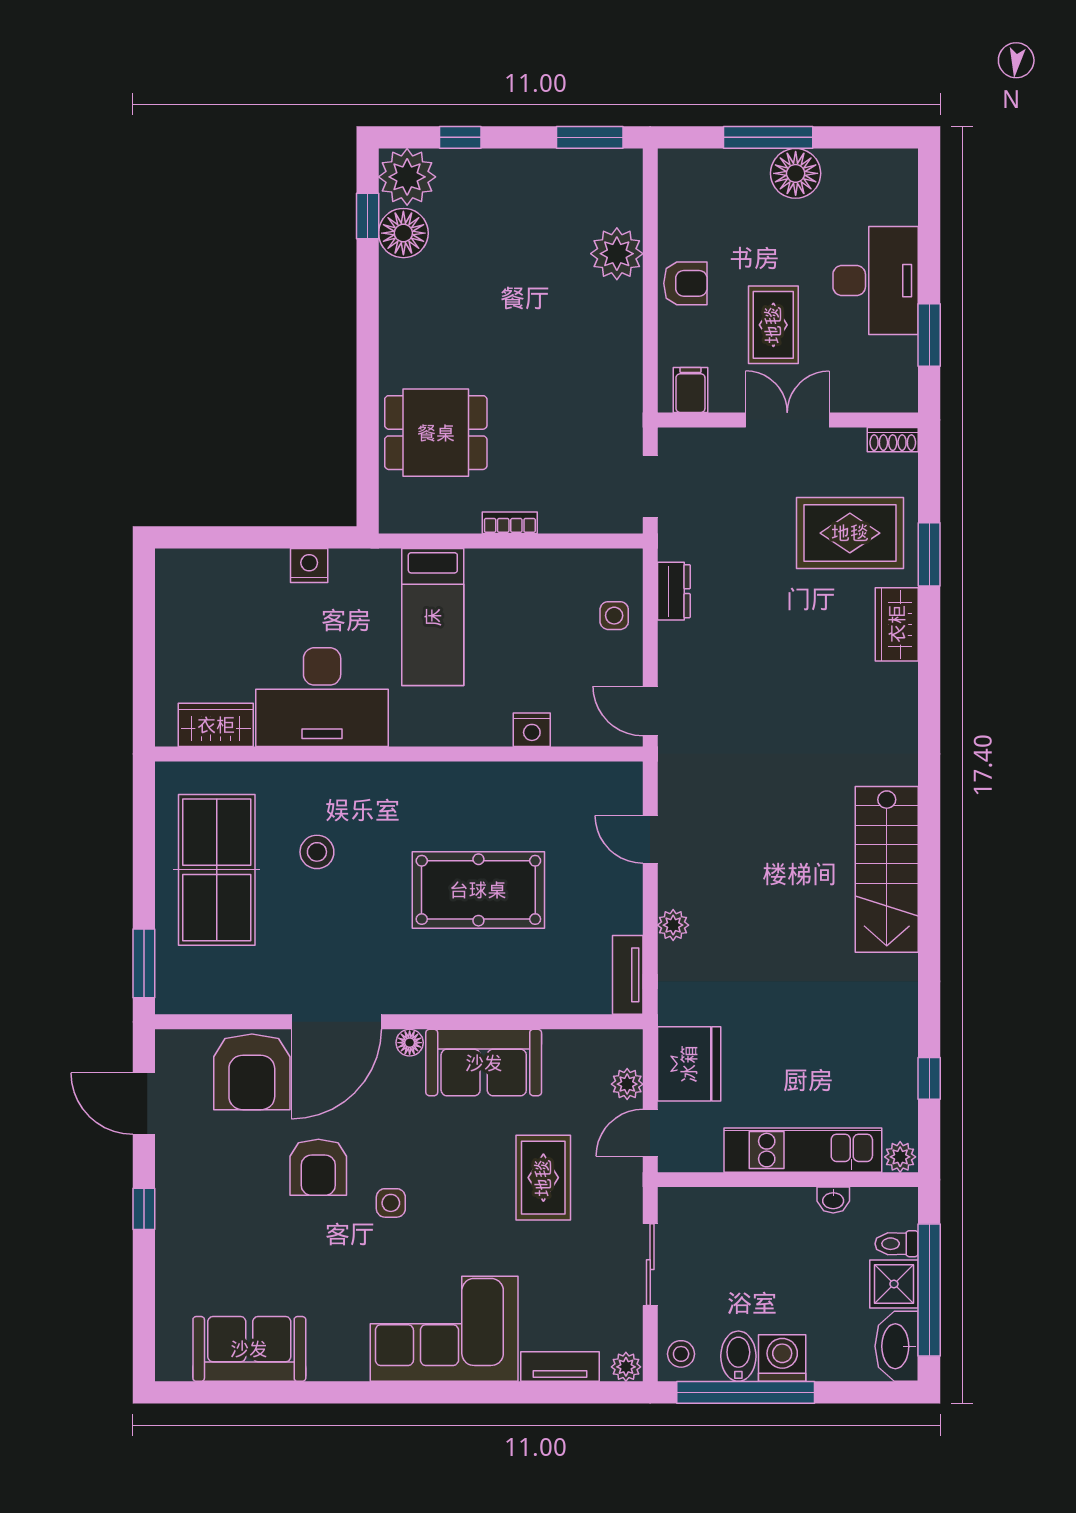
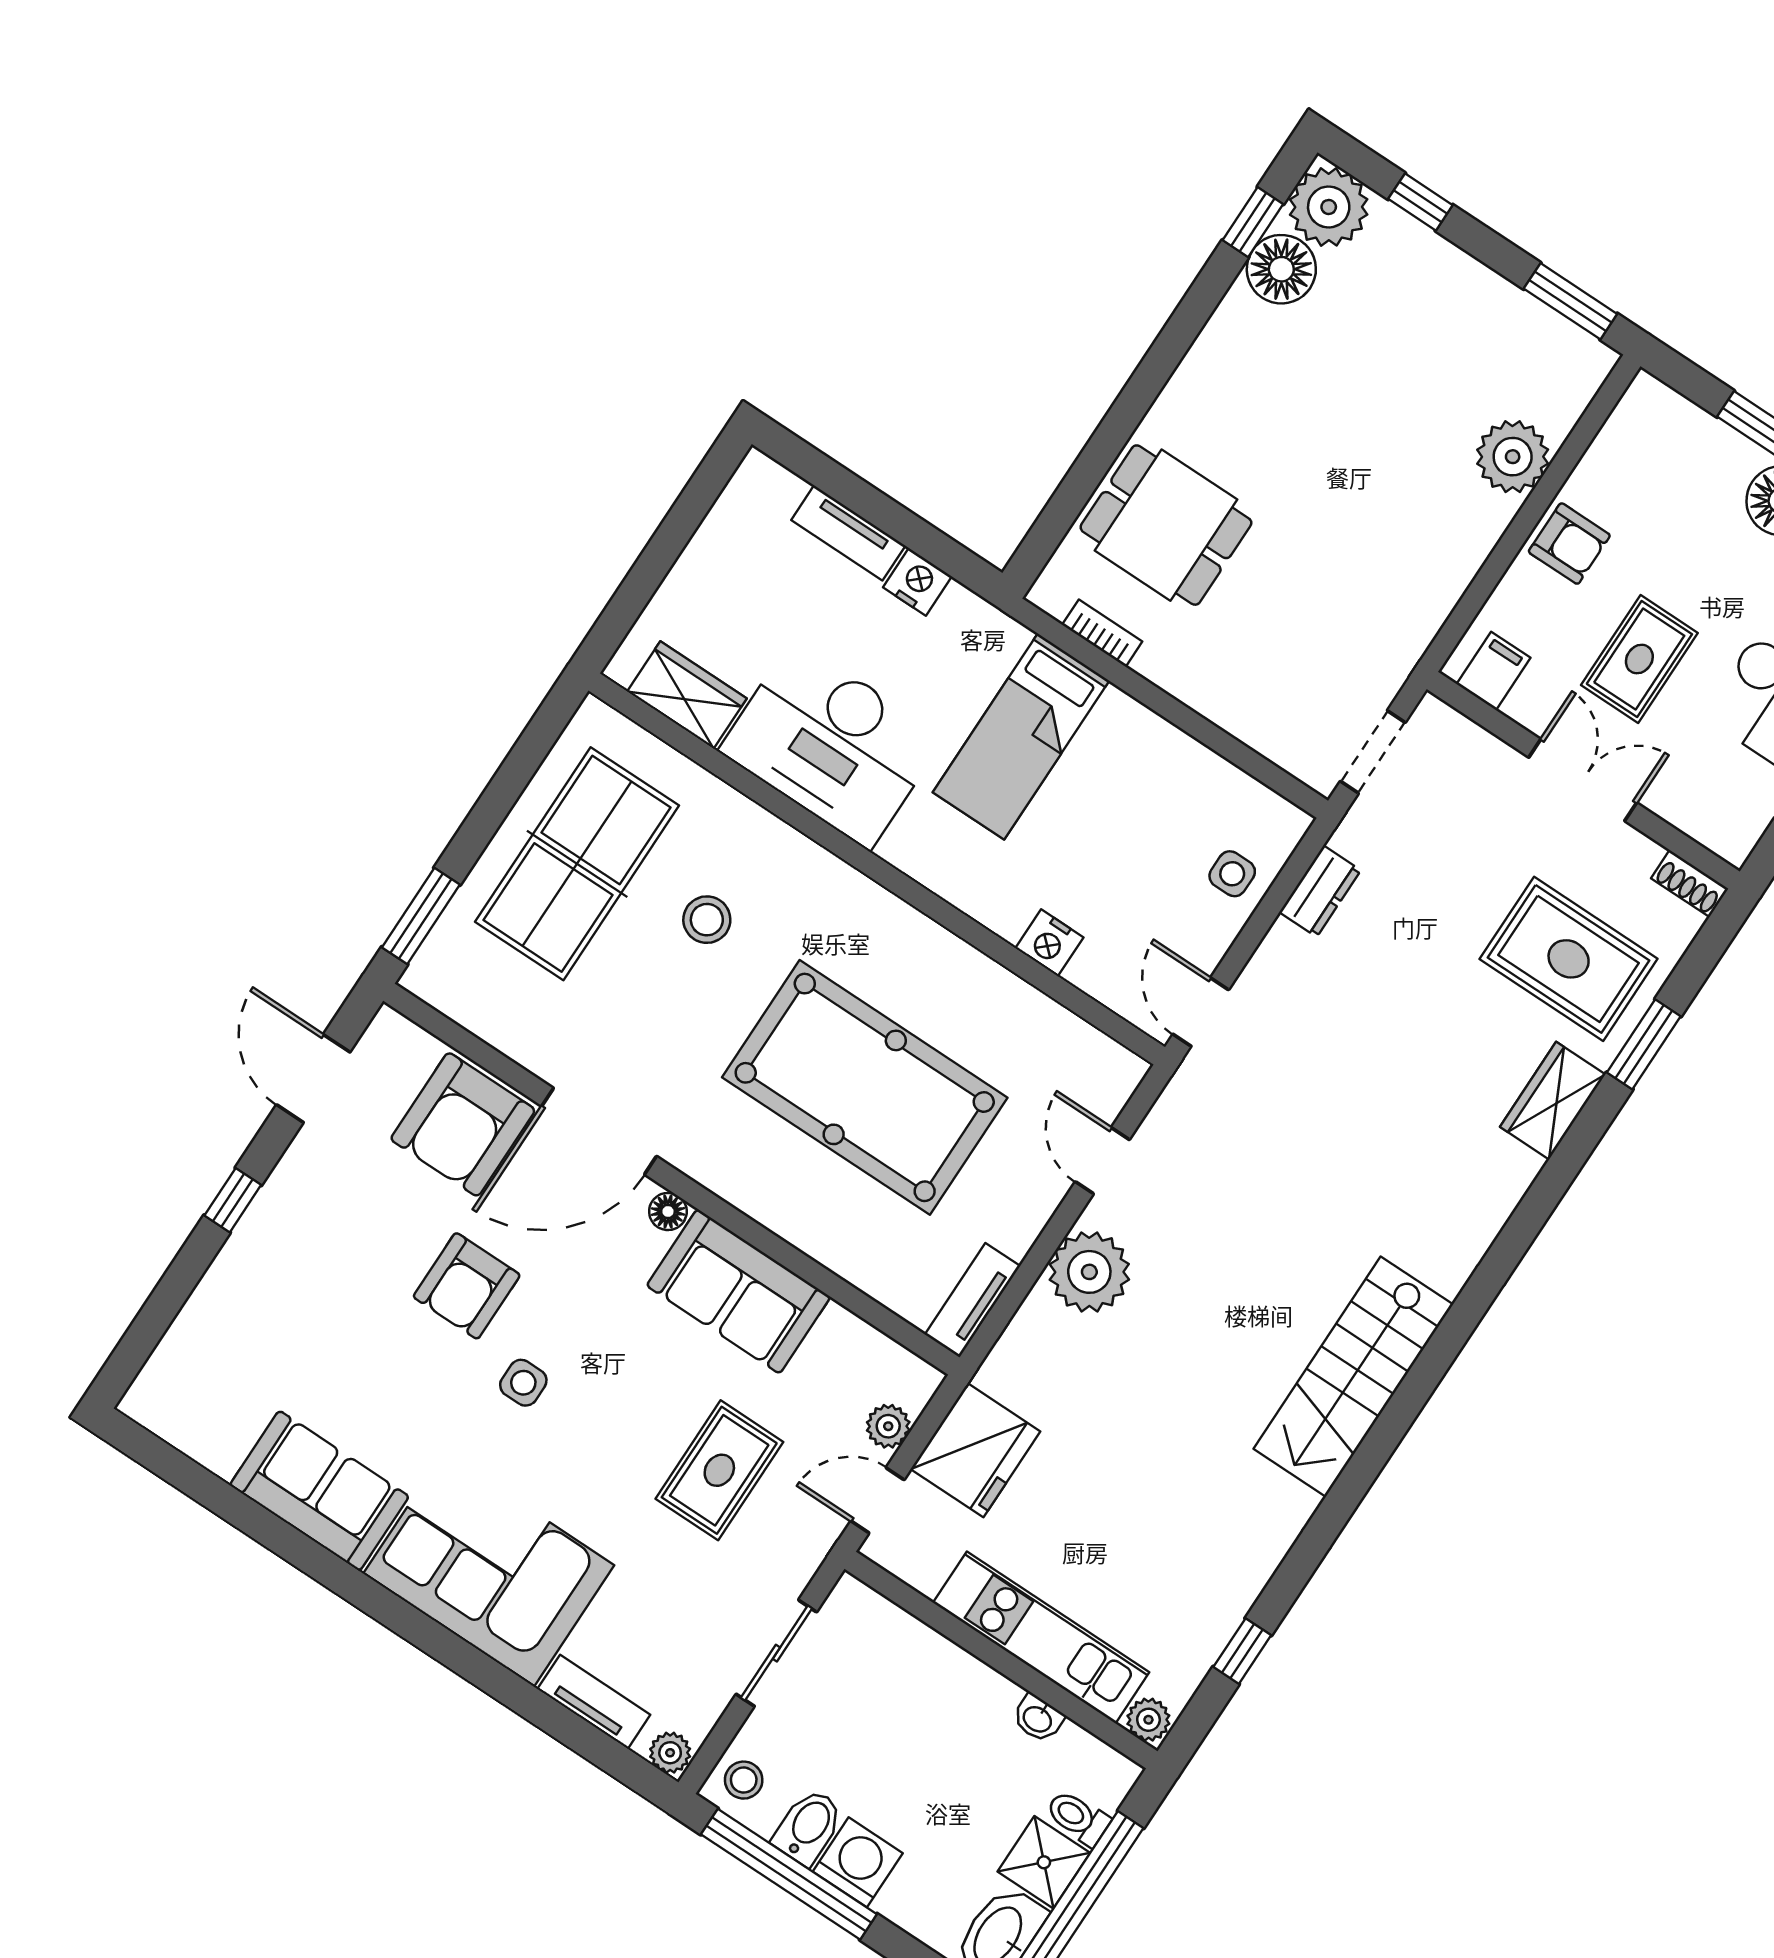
bookcase: (510, 523) -> (1102, 633), moved
tv unit: (248, 563) -> (848, 533), added
pool table: (478, 890) -> (865, 1087), width x1.36, depth x1.32
plant: (673, 925) -> (1089, 1272), width x1.88, depth x1.88
sofa: (249, 1349) -> (319, 1491), moved

